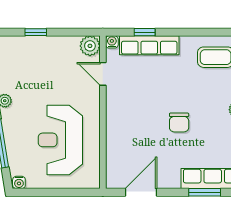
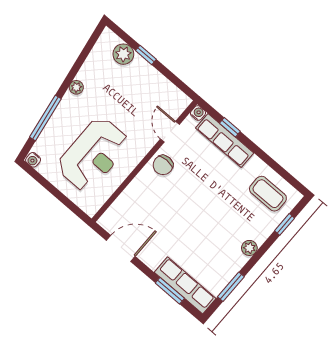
plant: (90, 46) -> (123, 54), moved
chair: (179, 122) -> (163, 165), moved
reception desk: (60, 140) -> (93, 154), turned 180

